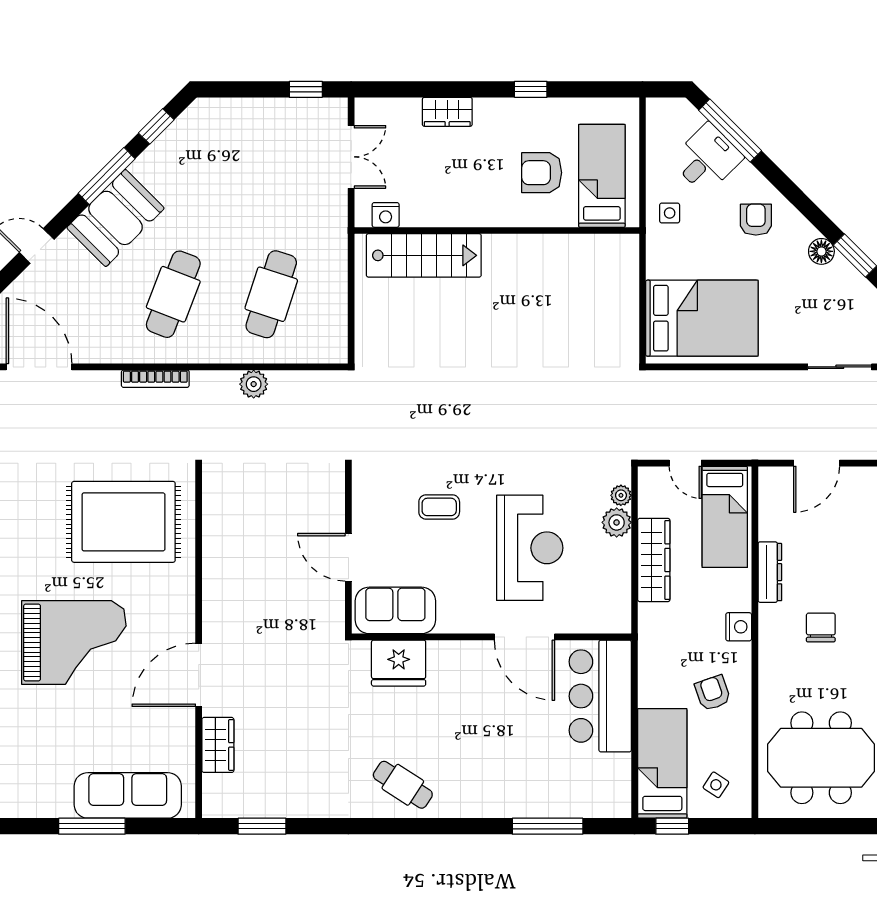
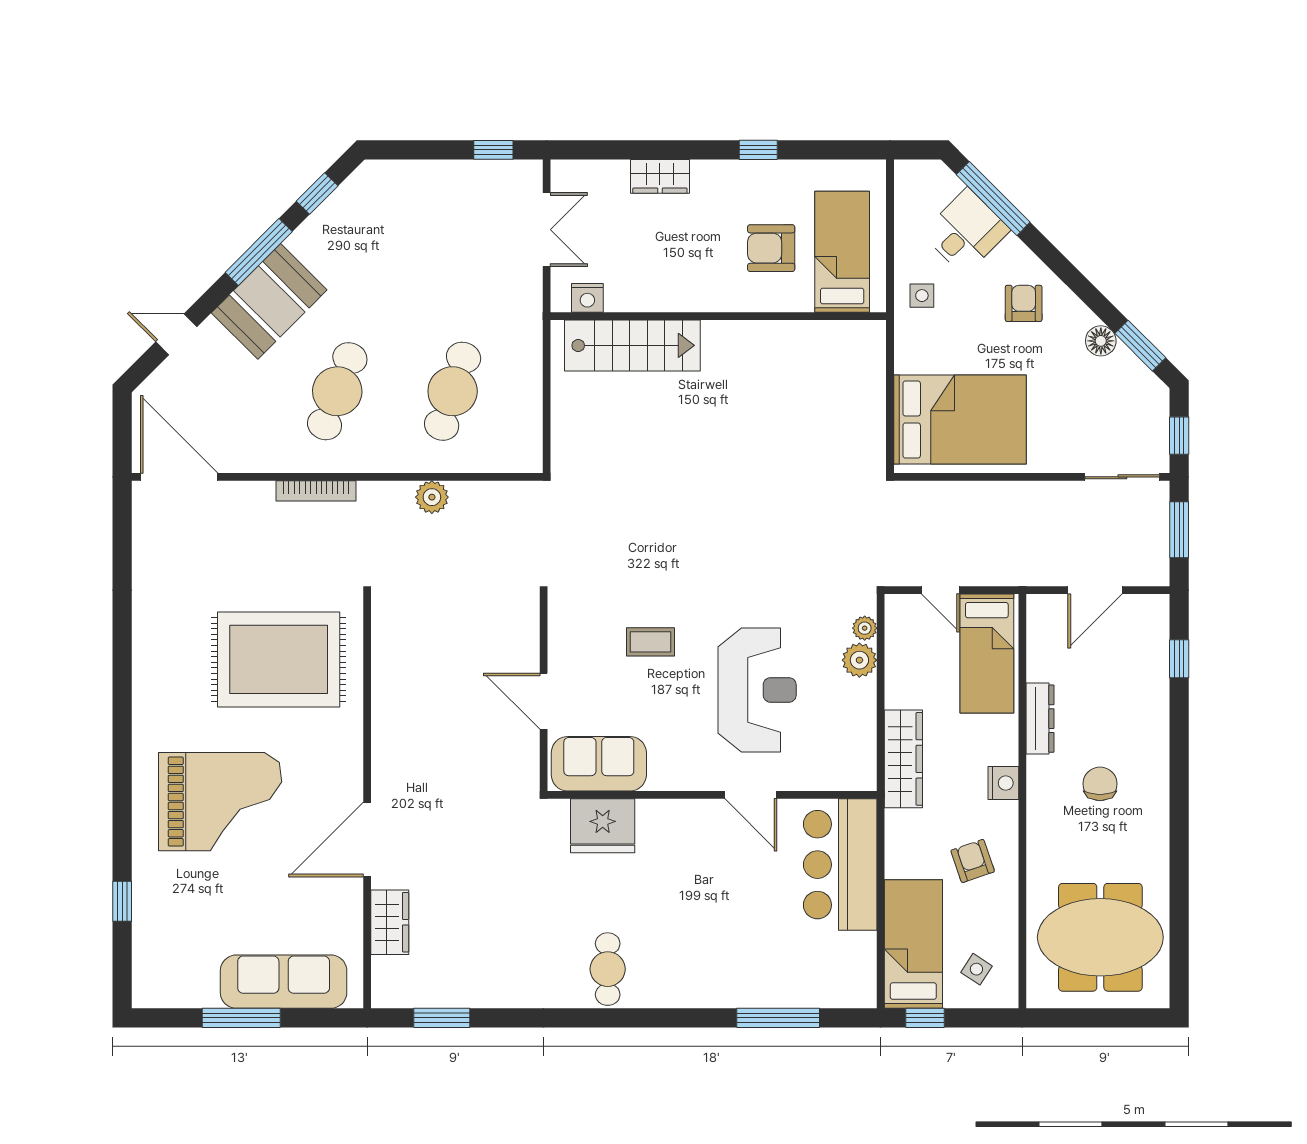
wardrobe: (654, 560) -> (903, 759), moved
door: (524, 637) -> (751, 795), width x0.73
cafe table: (403, 785) -> (608, 969), turned 57

